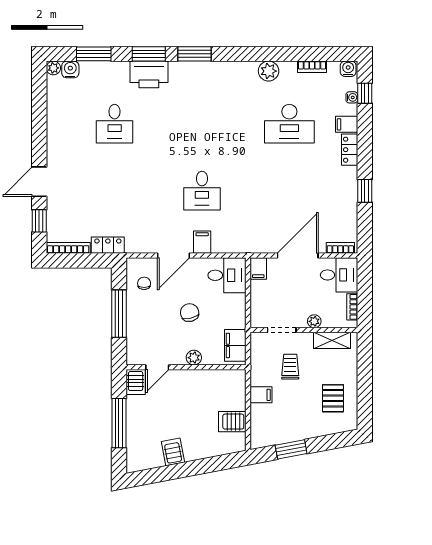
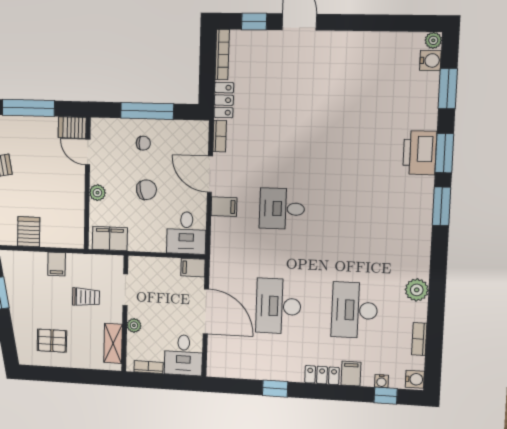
desk: (115, 124) -> (278, 306), moved, width x1.37
bookcase: (340, 248) -> (220, 136), moved
chair: (144, 283) -> (143, 143), moved

